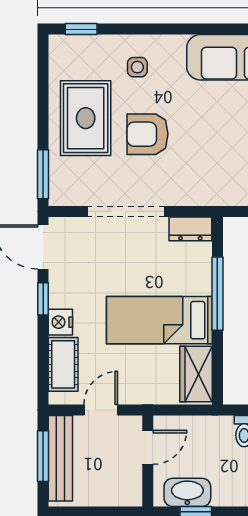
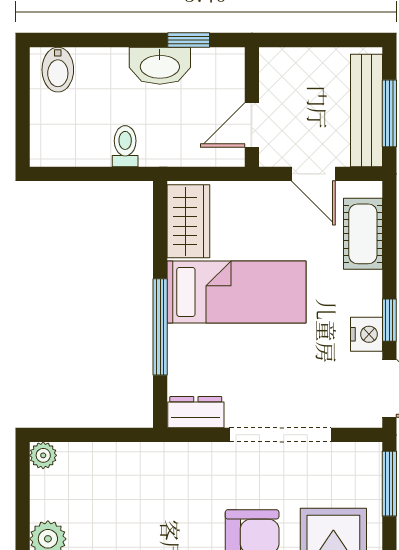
nightstand: (60, 322) -> (366, 334), moved
door: (101, 410) -> (313, 174), hinge flipped
washbasin: (187, 492) -> (160, 66), moved

